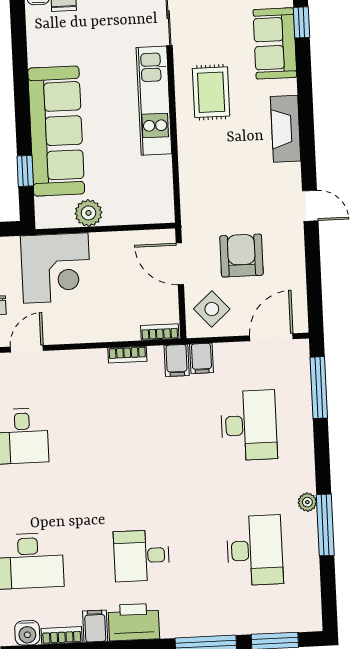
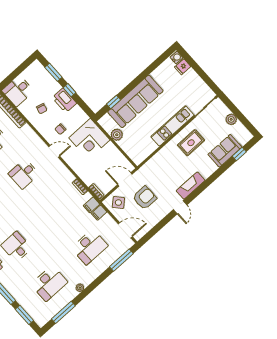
fireplace: (286, 129) -> (191, 186), moved
door: (180, 264) -> (125, 179), hinge flipped
window: (325, 525) -> (63, 312), moved

